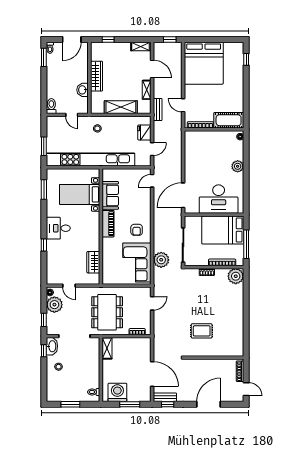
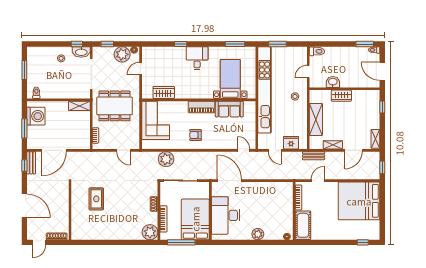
wardrobe: (97, 76) -> (341, 96), width x0.67
corner sofa: (137, 262) -> (156, 120), moved, turned 90

